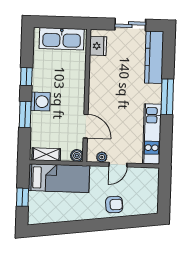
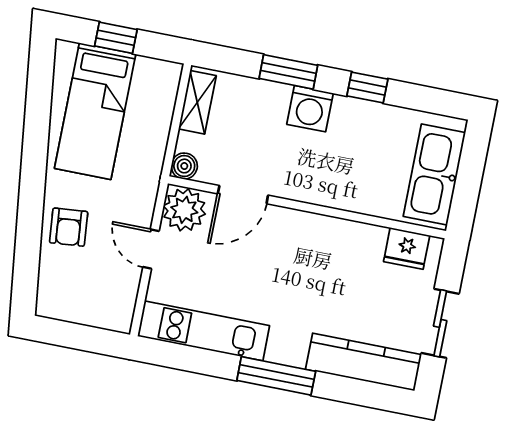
plant: (102, 157) -> (184, 210), width x1.88, depth x1.88
bed: (59, 178) -> (95, 111), moved

